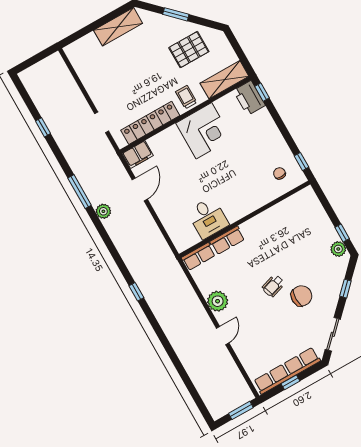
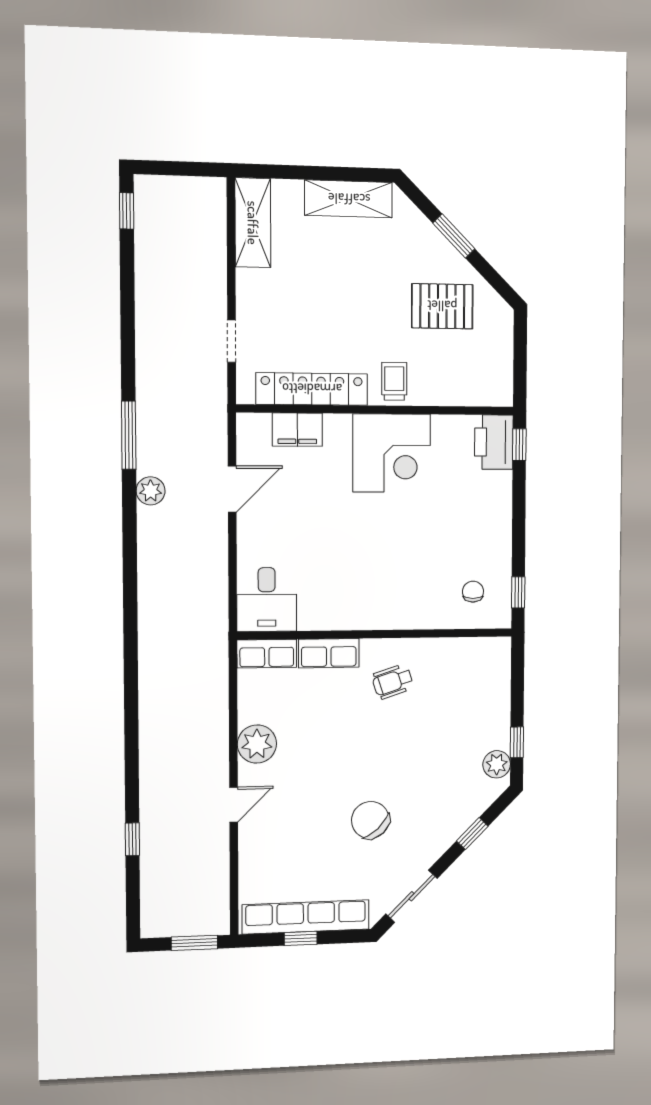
shelving: (224, 80) -> (253, 223), moved, turned 90
window: (43, 127) -> (127, 211), moved
filing cabinet: (138, 155) -> (297, 430), moved
desk: (208, 218) -> (267, 599), moved
wheelchair: (273, 286) -> (393, 682), moved
window: (136, 292) -> (132, 839), moved
chair: (301, 296) -> (370, 820), moved, turned -133

